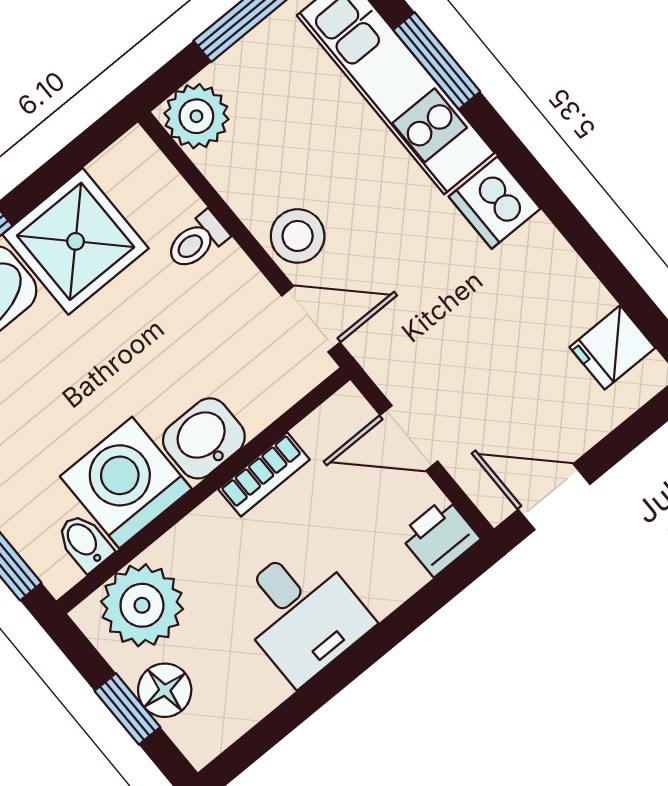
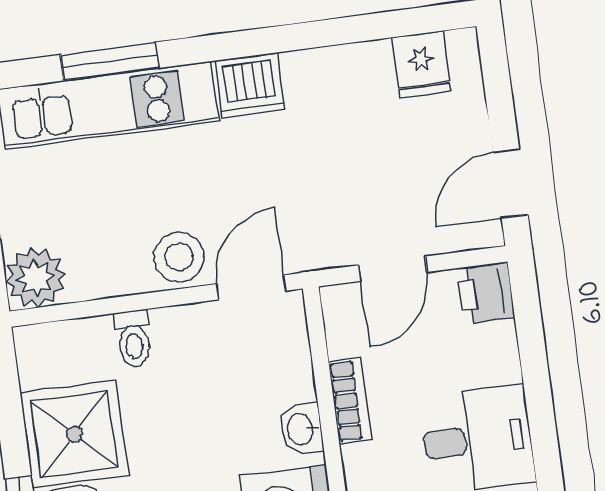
washbasin: (204, 438) -> (301, 429), width x0.72, depth x0.69

